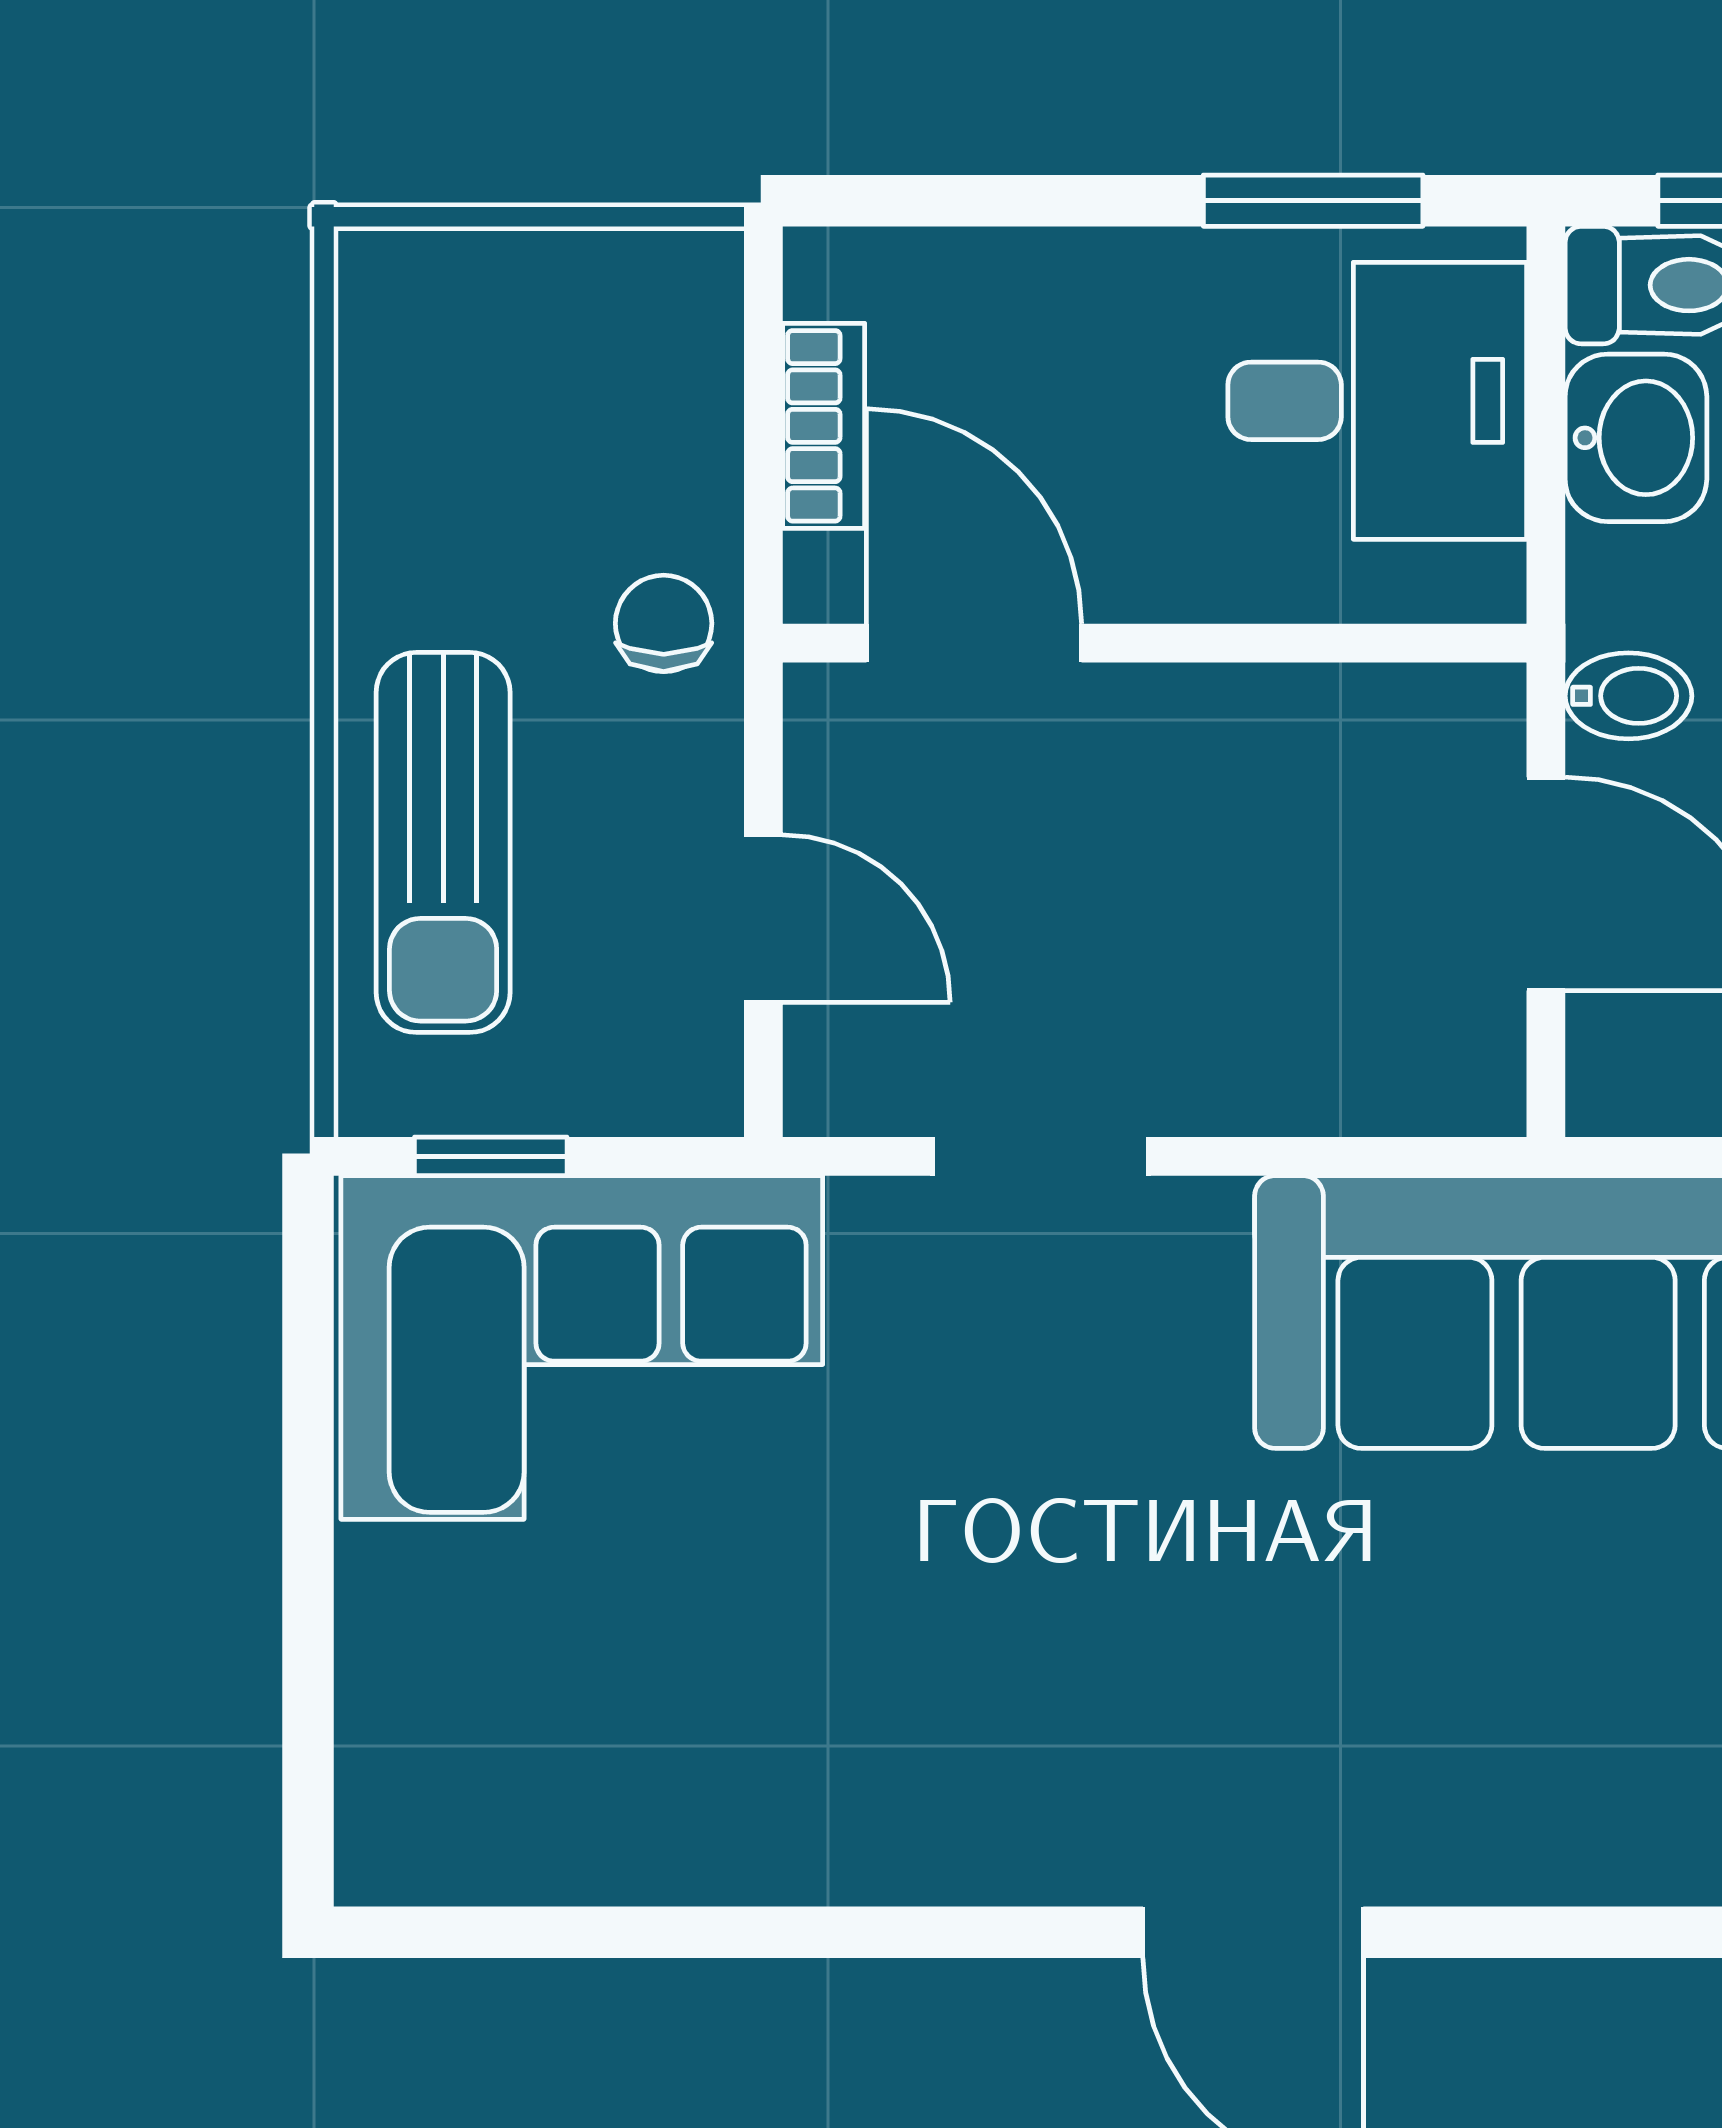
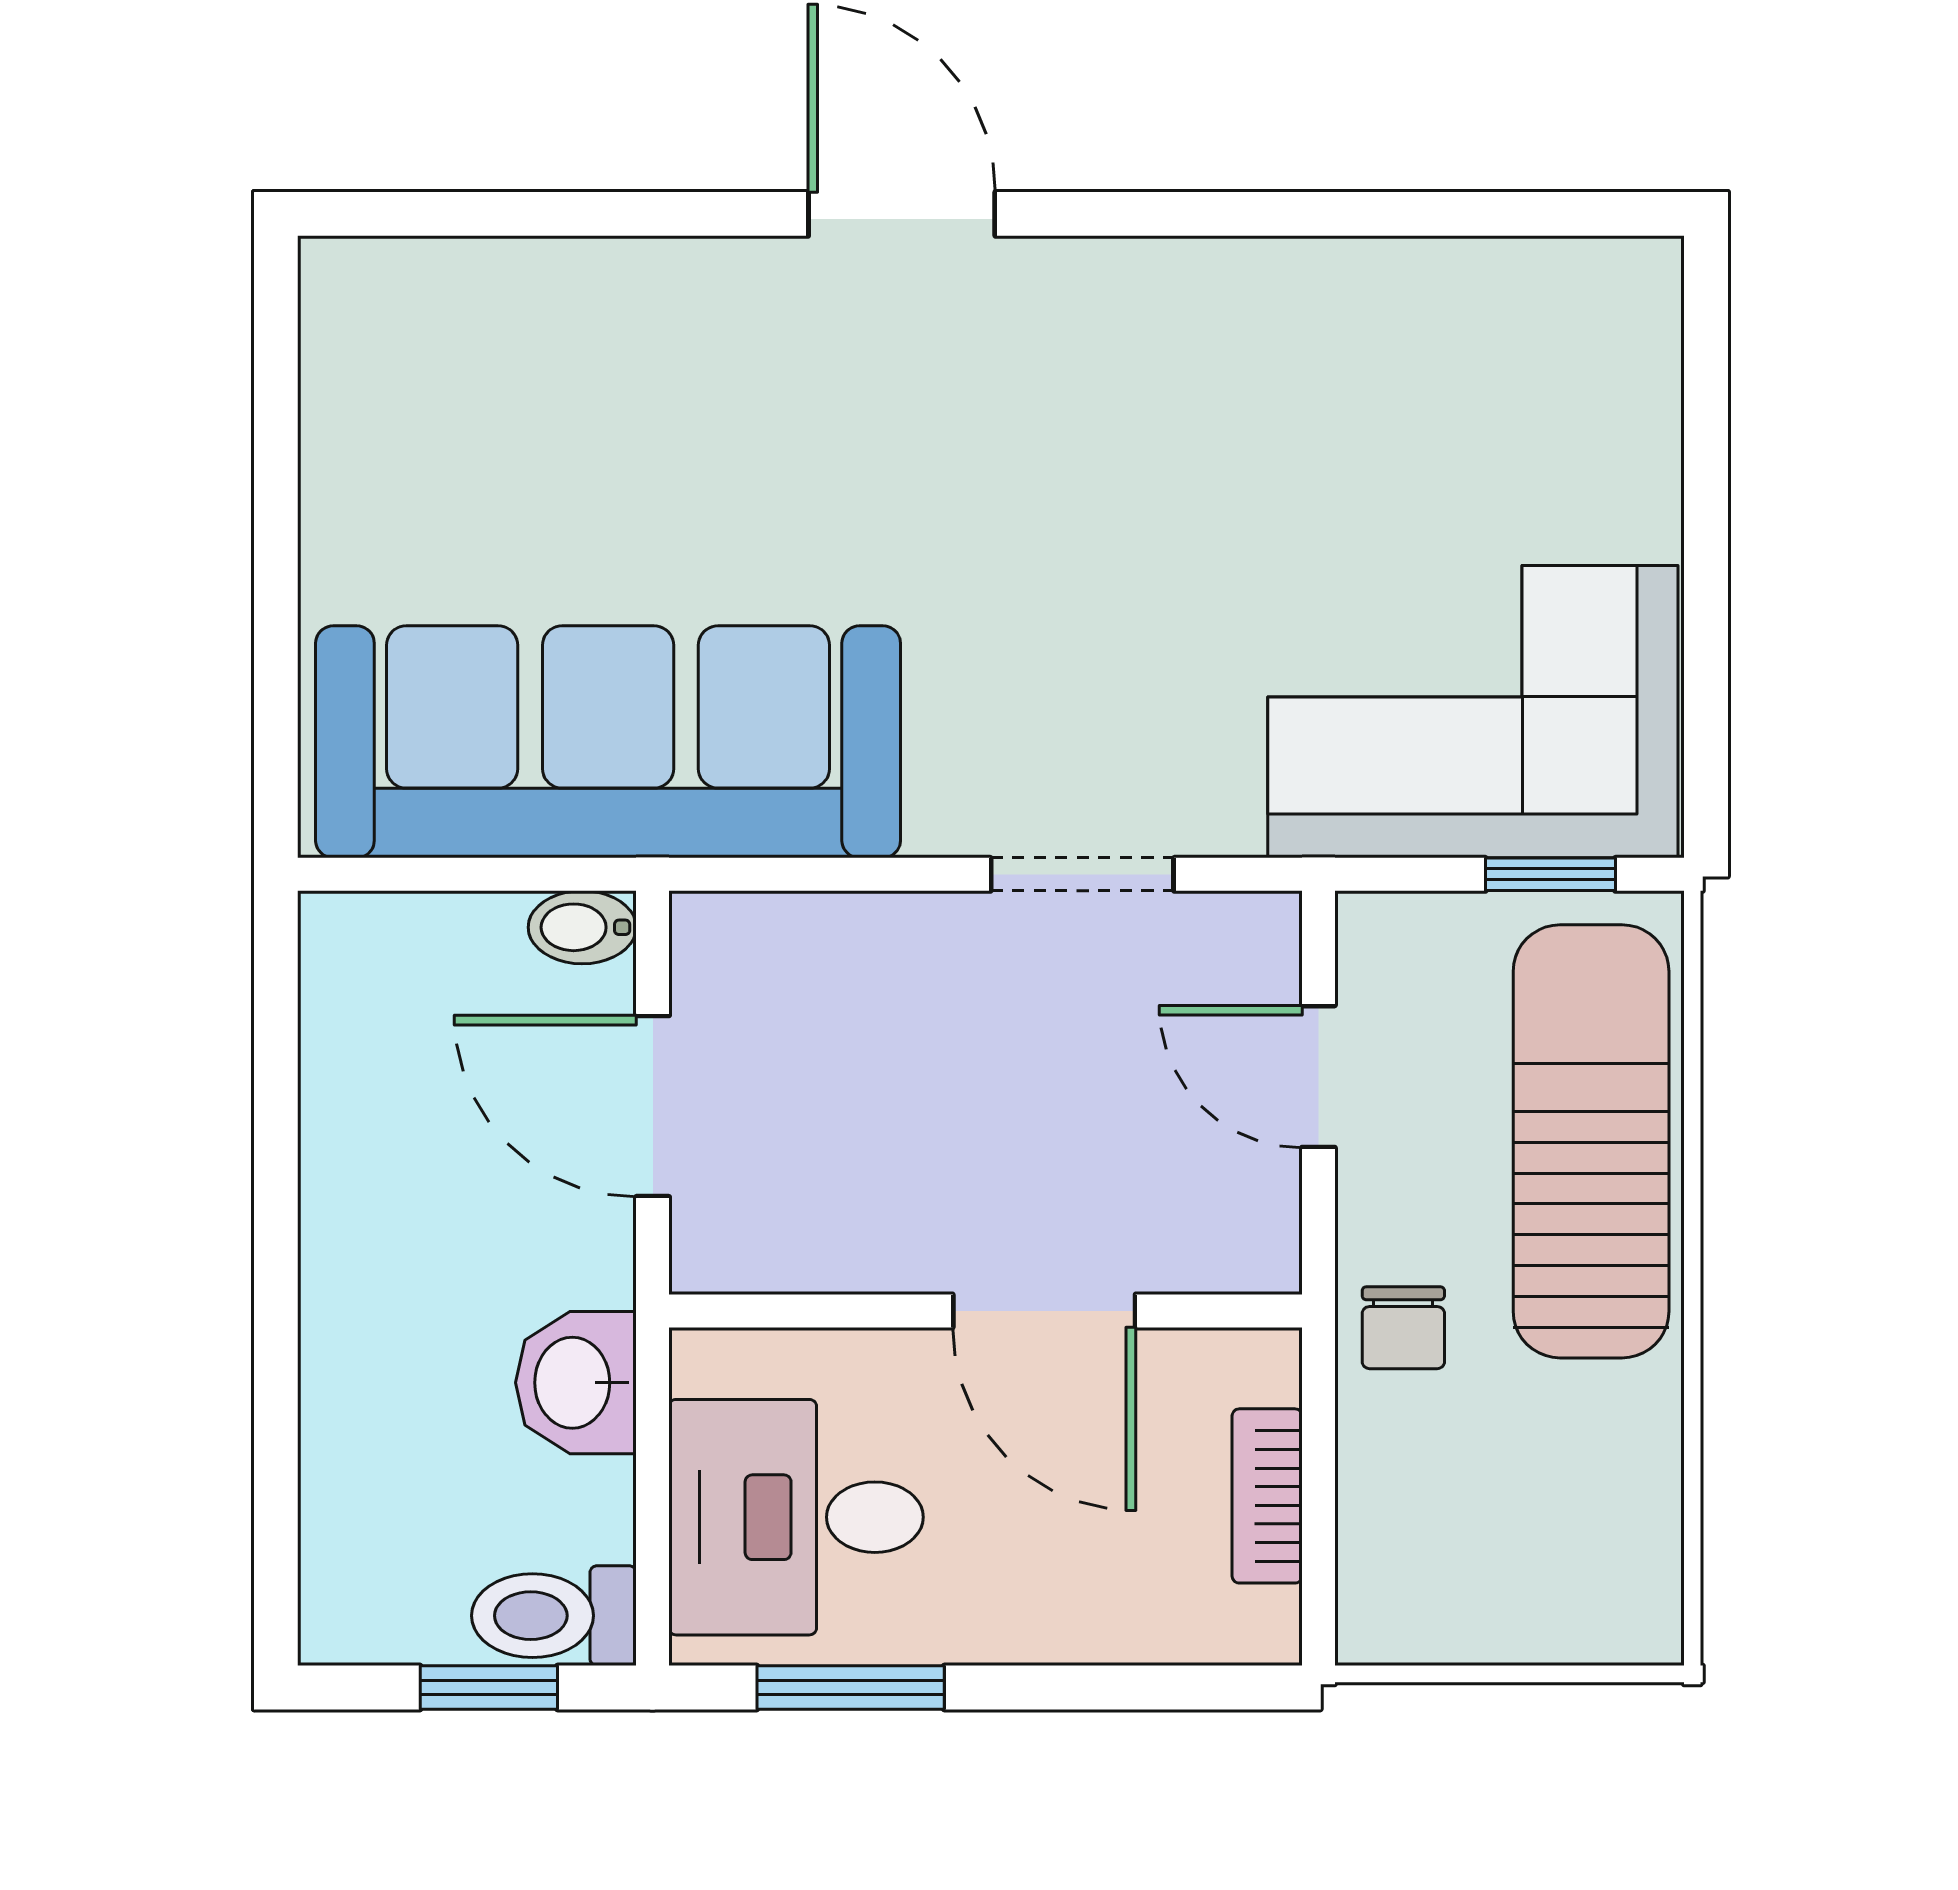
washbasin: (1636, 438) -> (576, 1383), moved
door: (974, 643) -> (1044, 1311), moved
bidet: (1628, 696) -> (582, 927), moved
sun lounger: (443, 842) -> (1591, 1141), width x1.36, depth x1.34

